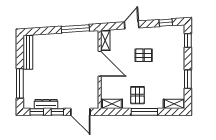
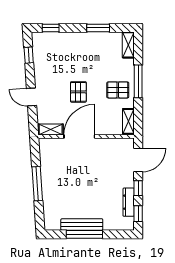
window: (75, 29) -> (37, 184), moved
bench: (28, 52) -> (82, 224), moved
pallet: (144, 55) -> (78, 92), moved
window: (20, 83) -> (84, 234), moved

